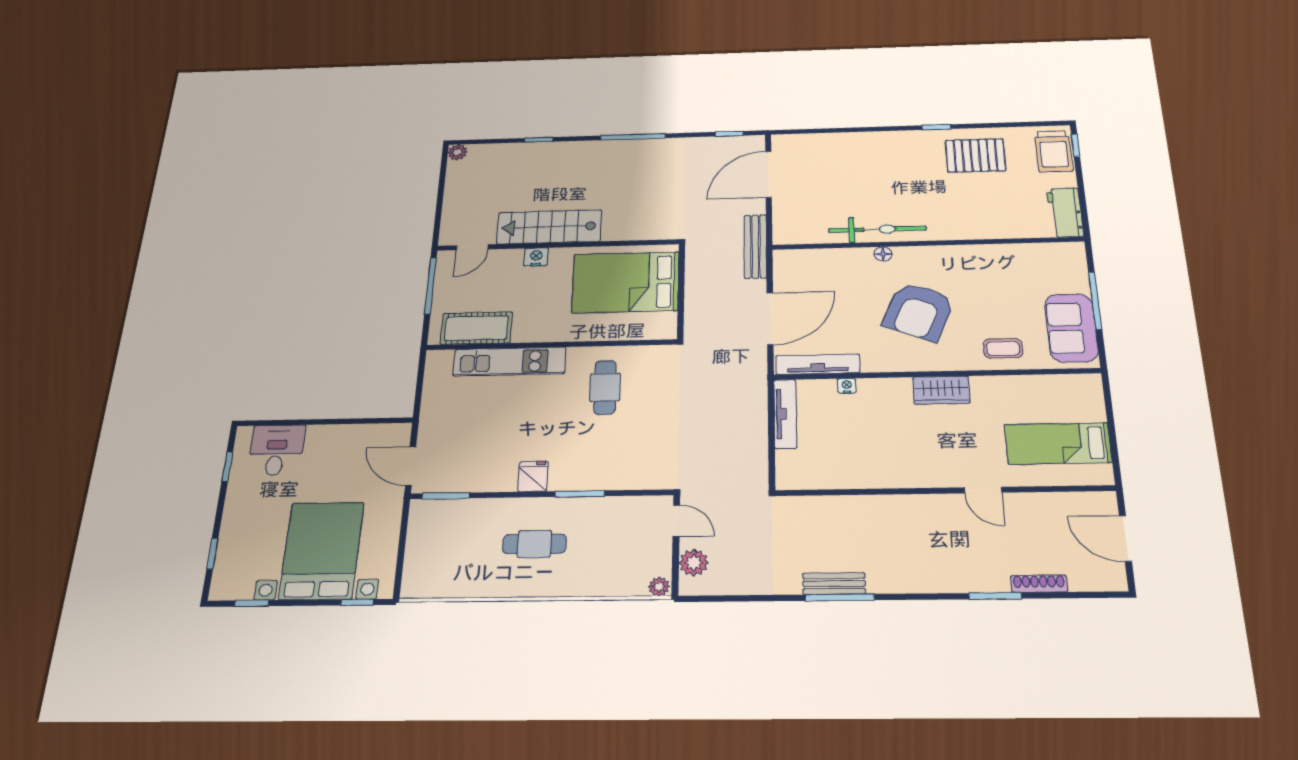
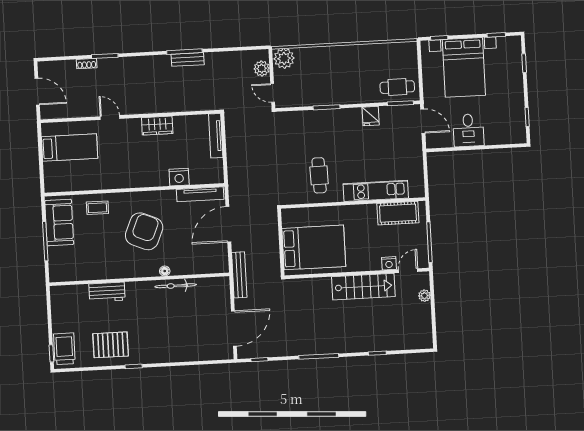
plant: (458, 152) -> (424, 296), moved
workbench: (1065, 213) -> (107, 292), moved, turned 90
bicycle: (877, 229) -> (176, 286), width x0.73, depth x0.71
nightstand: (536, 257) -> (389, 263), moved
nightstand: (847, 386) -> (179, 177), width x1.89, depth x1.79
wardrobe: (941, 390) -> (157, 126), moved, turned 180
tv unit: (785, 414) -> (216, 136), moved
desk: (276, 450) -> (468, 130), moved
fridge: (533, 476) -> (371, 116), moved
cafe table: (534, 544) -> (397, 87), moved
shoe rack: (1039, 584) -> (87, 64), width x0.70
plant: (659, 587) -> (284, 58), width x1.87, depth x1.87

